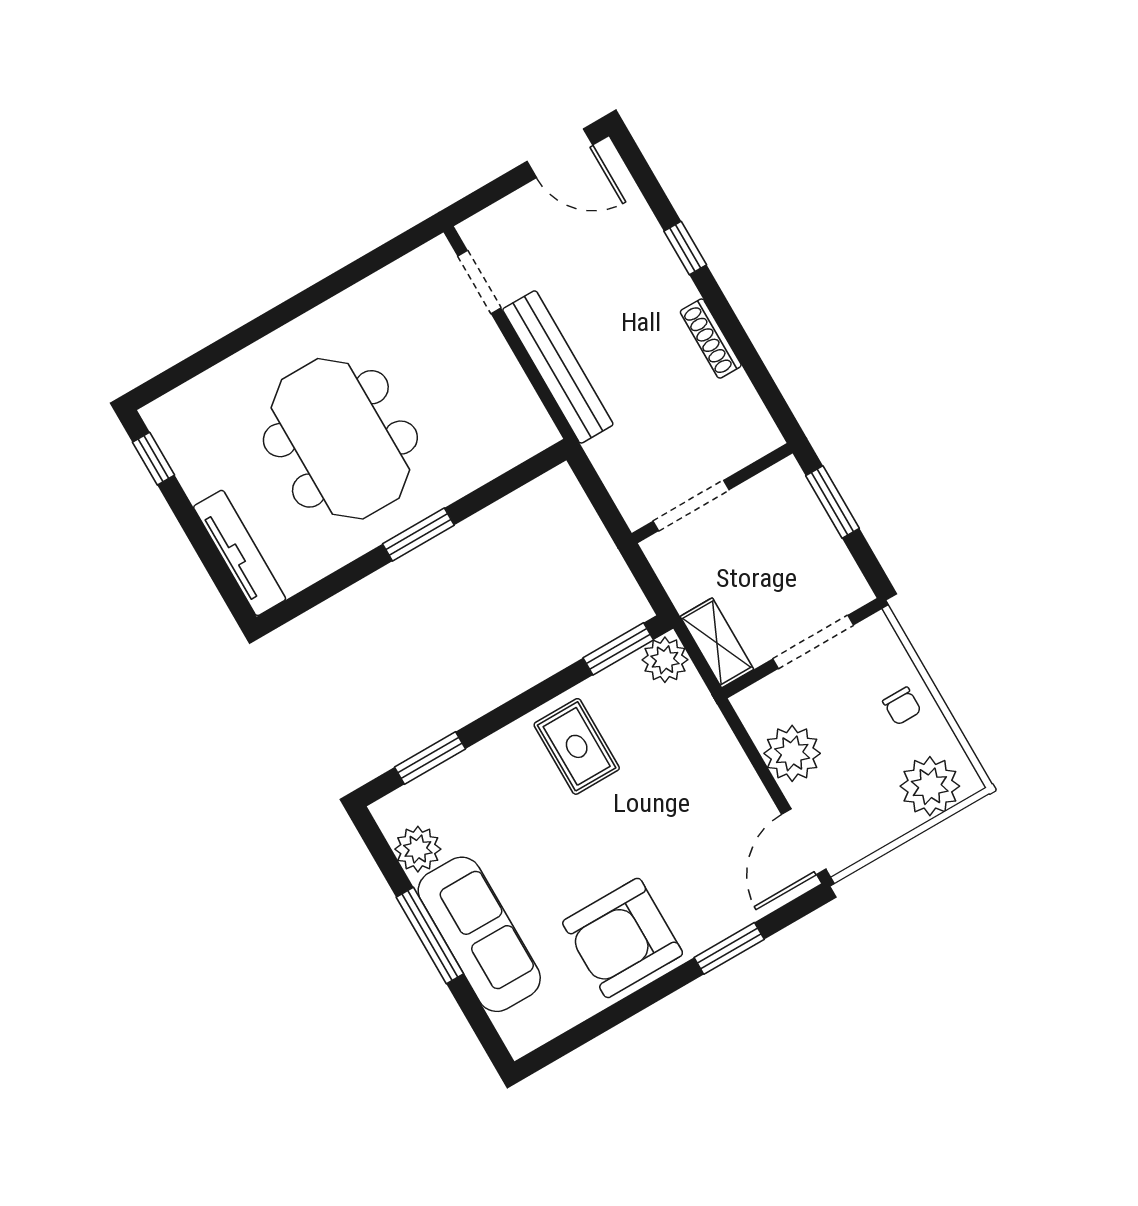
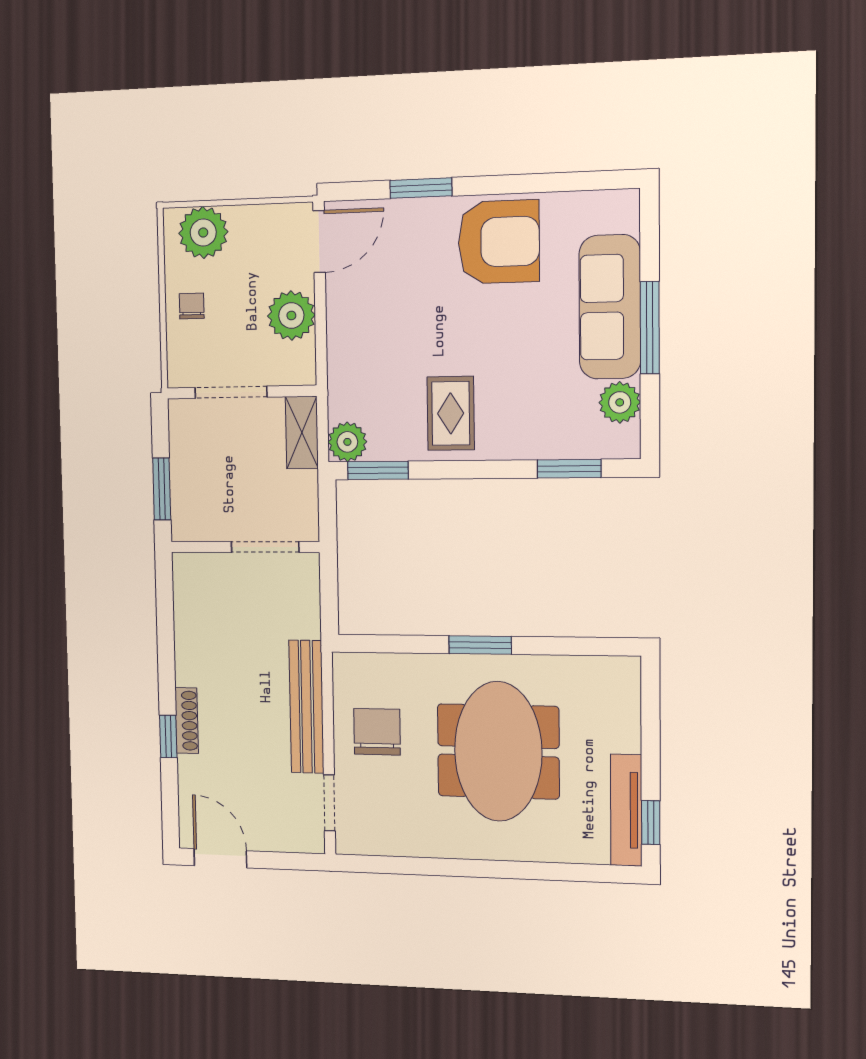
shoe rack: (711, 339) -> (187, 721), moved
chair: (472, 385) -> (377, 732), added
tv unit: (240, 553) -> (626, 810), moved

